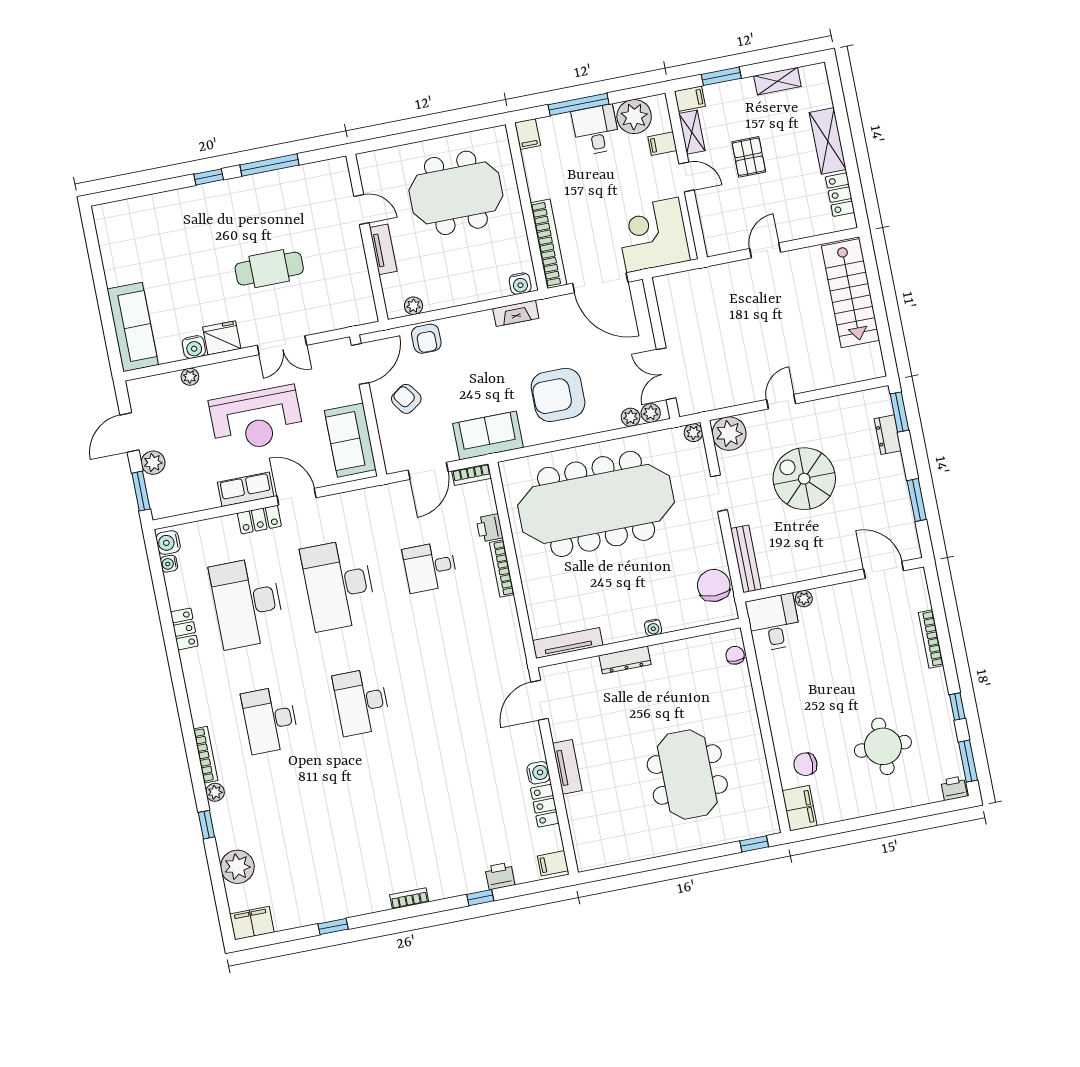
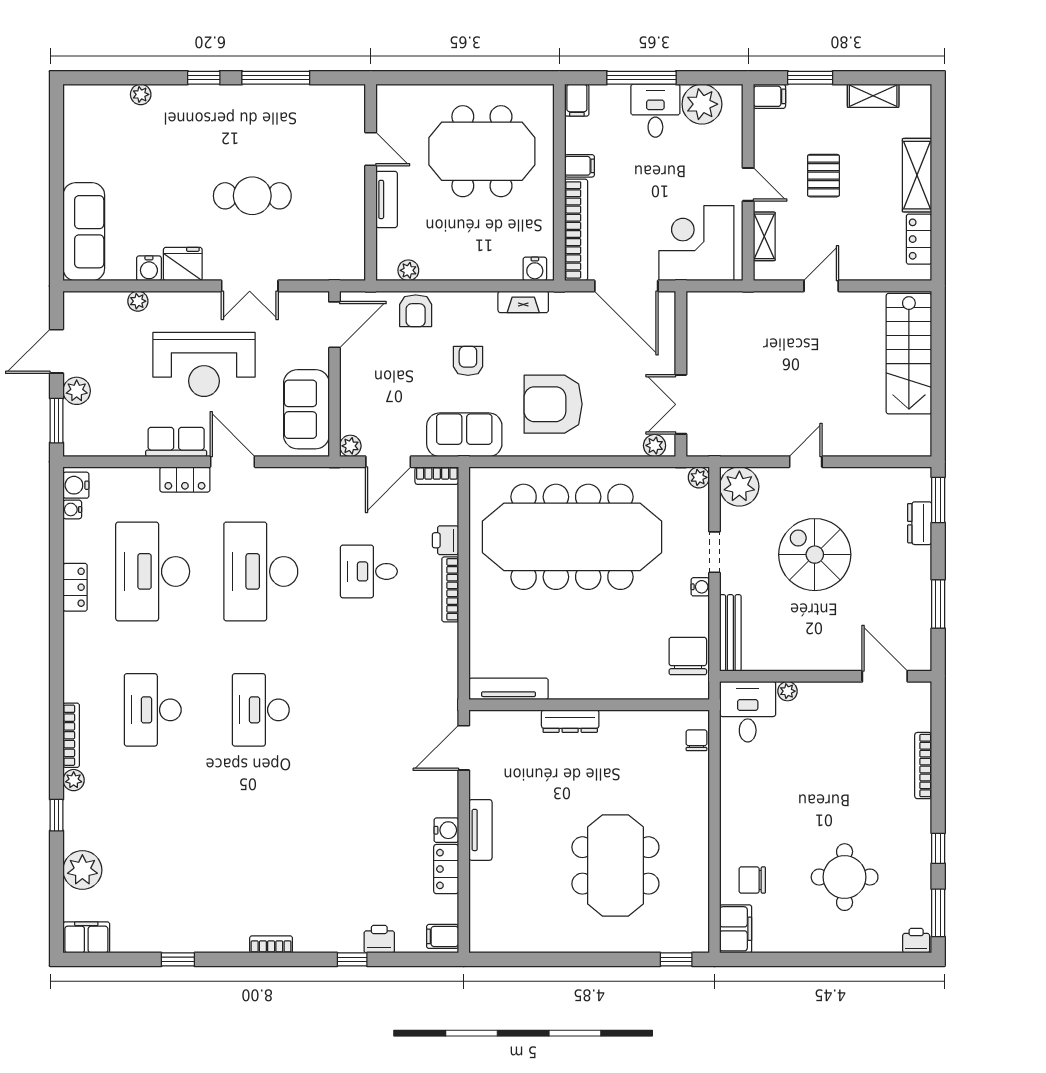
shelving: (692, 132) -> (764, 236), moved
filing cabinet: (662, 144) -> (579, 166), moved, turned 180
plant: (158, 201) -> (141, 94), added
armchair: (406, 399) -> (468, 361), moved, turned 35
plant: (631, 417) -> (350, 446), moved
water cooler: (653, 628) -> (700, 587), moved, turned -90

